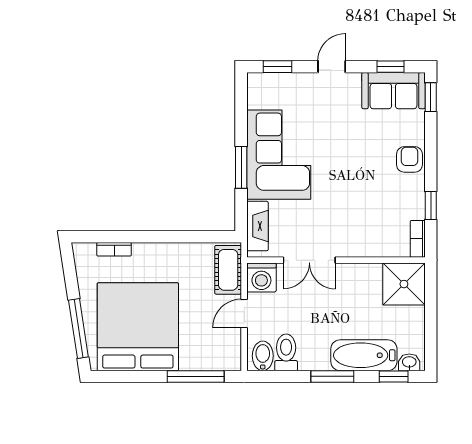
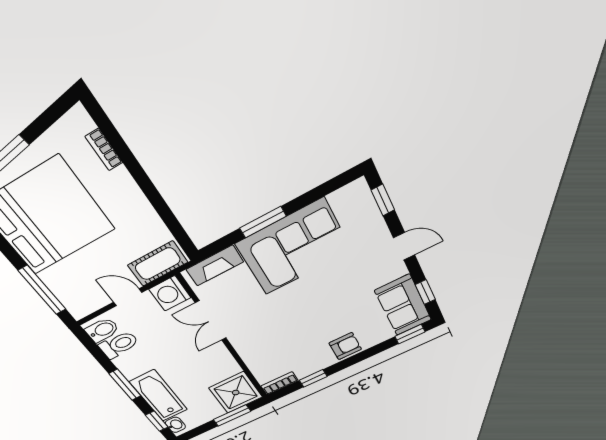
window: (431, 303) -> (232, 415), added

